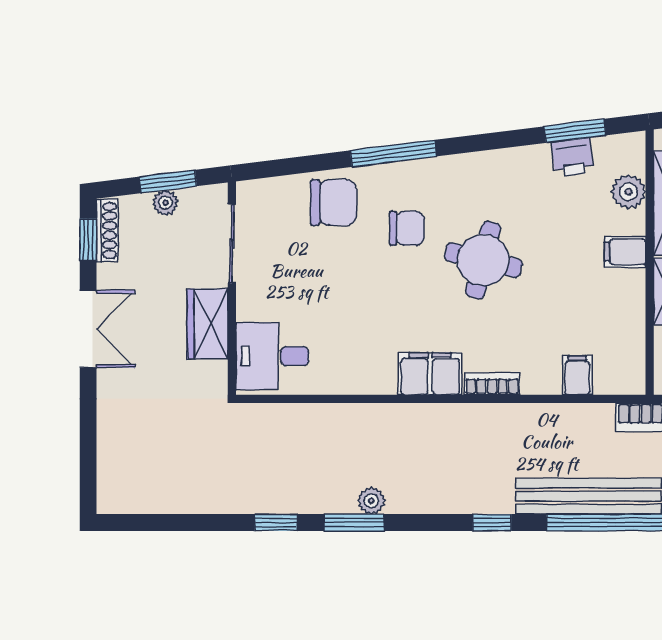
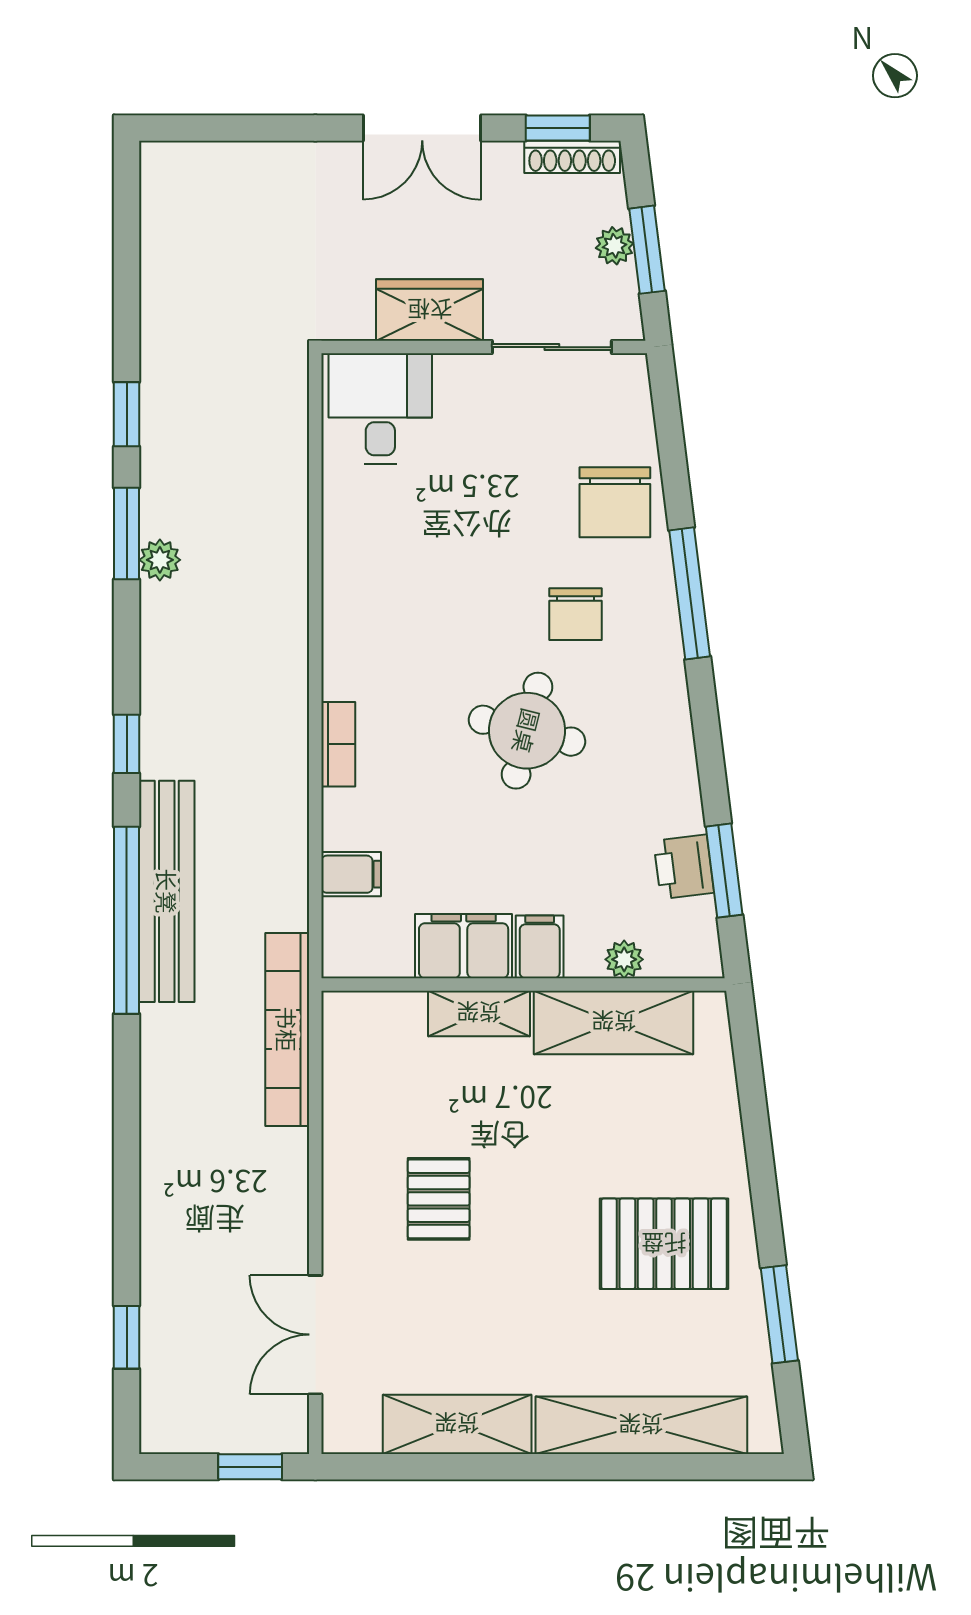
plant: (628, 192) -> (624, 959), width x0.73, depth x0.73
filing cabinet: (430, 374) -> (464, 946), moved, turned -90

